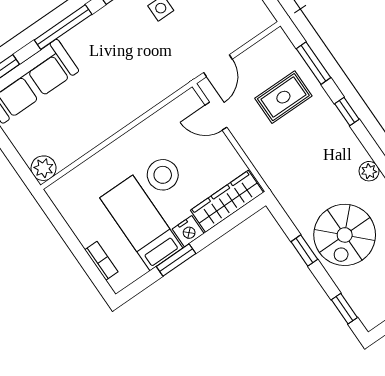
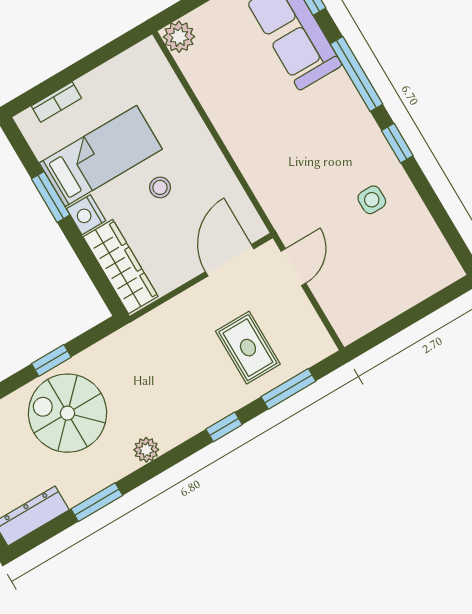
door: (218, 66) -> (293, 267), swing flipped
door: (216, 116) -> (230, 260), width x1.38
stool: (163, 175) -> (160, 187), width x0.53, depth x0.53

